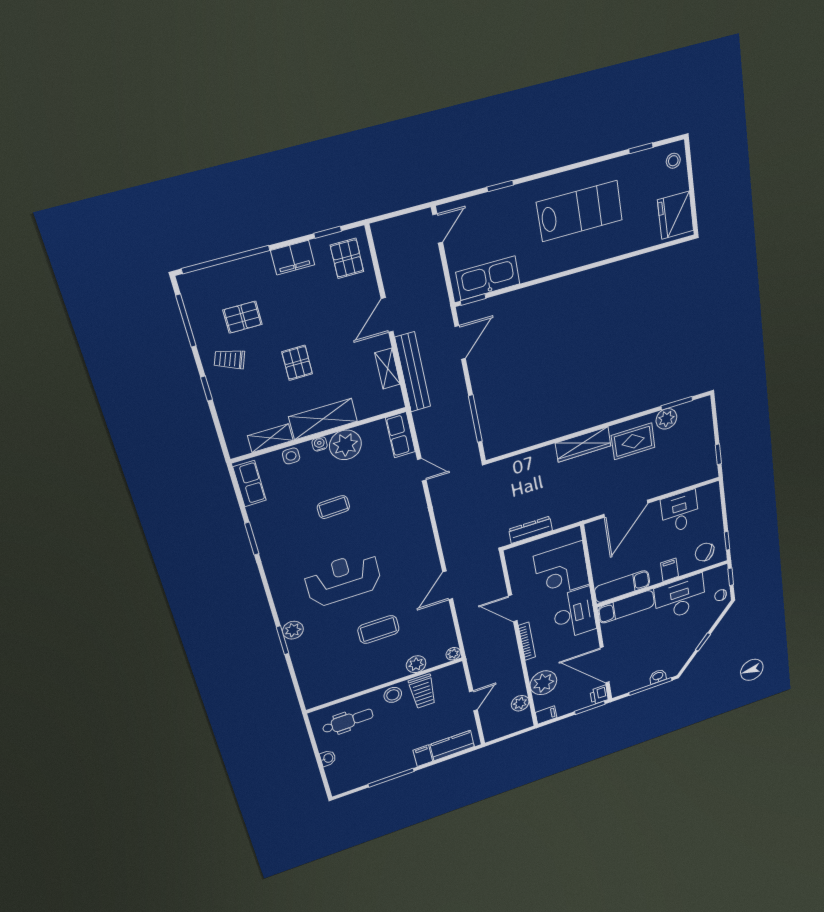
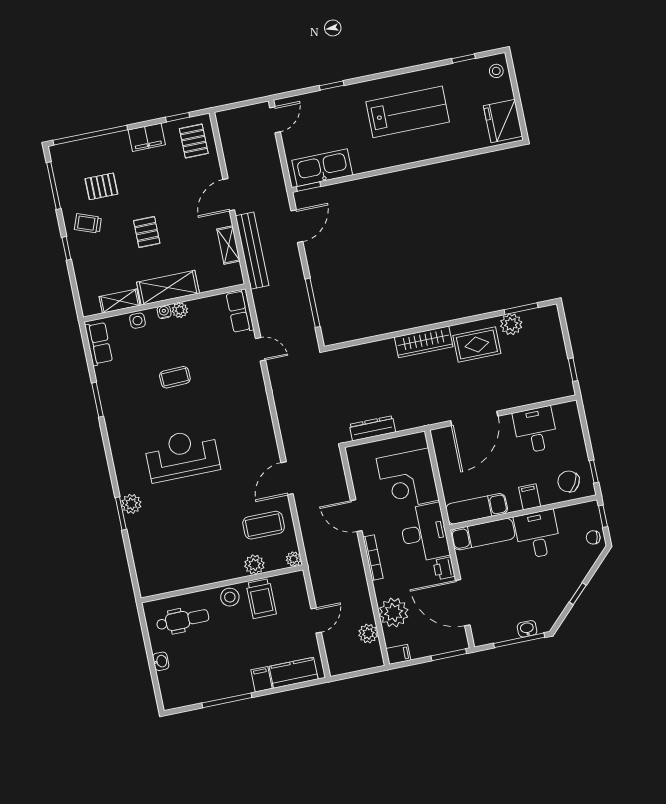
plant: (345, 445) -> (180, 310), width x0.53, depth x0.53
desk: (680, 598) -> (537, 534), width x0.73
coffee table: (378, 630) -> (264, 525), moved
printer: (599, 695) -> (444, 568), moved

